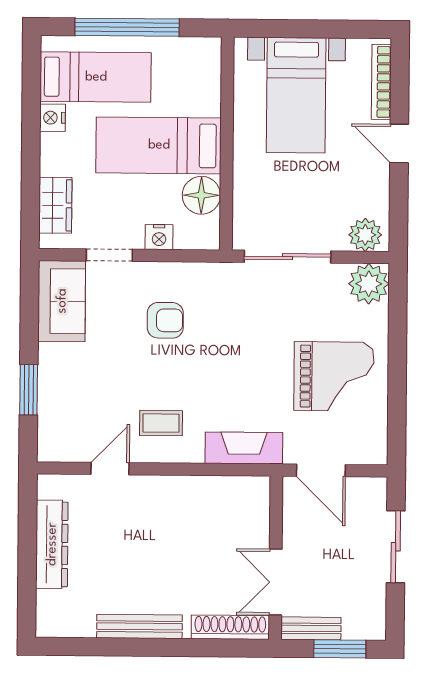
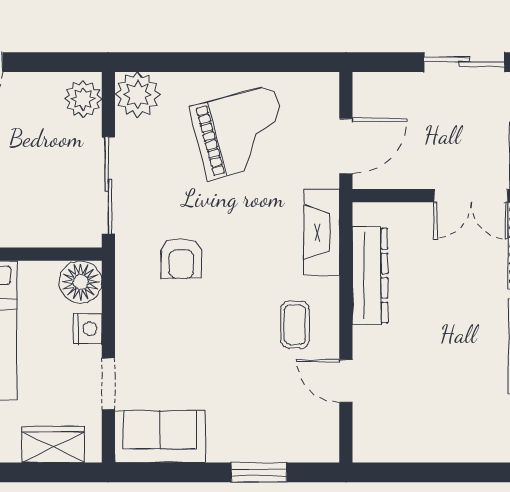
floor lamp: (201, 195) -> (81, 282), moved
armchair: (165, 320) -> (181, 258), moved, turned 180
grand piano: (334, 376) -> (241, 132), turned 75
dresser: (52, 544) -> (370, 276), moved, turned 90
sliding door: (396, 547) -> (464, 62), moved

